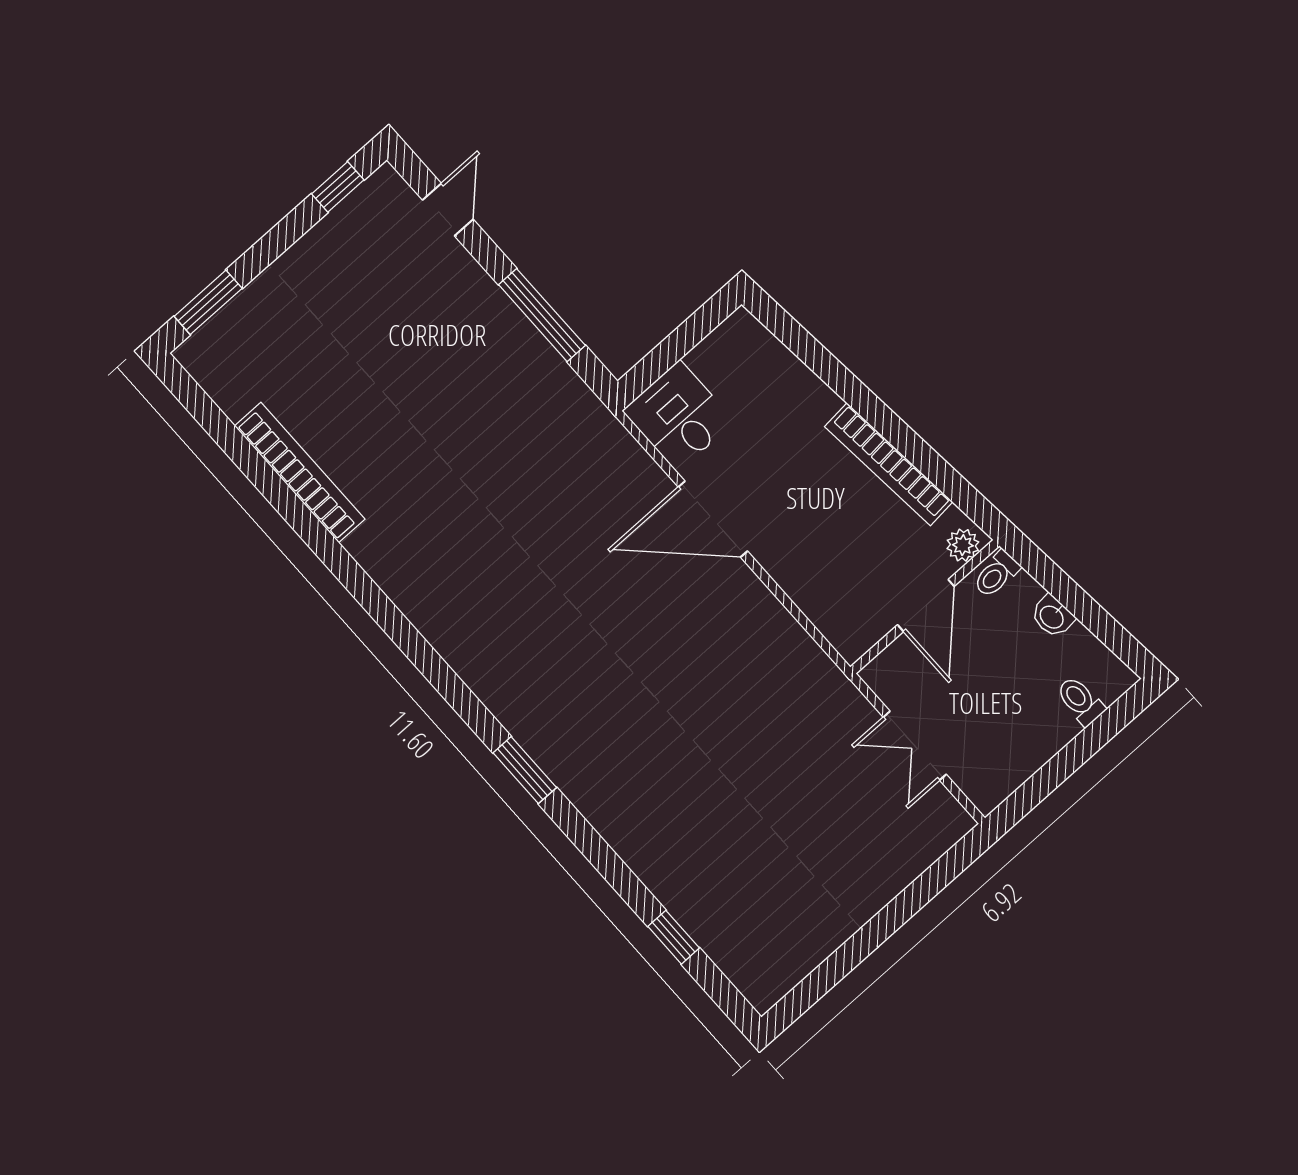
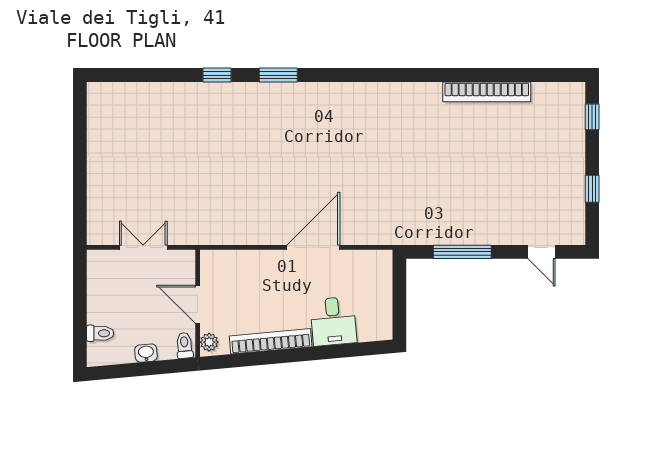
window: (338, 187) -> (592, 189), moved
window: (208, 302) -> (592, 117), width x0.67
desk: (679, 416) -> (333, 321), moved, turned 85
window: (674, 937) -> (217, 75), moved

